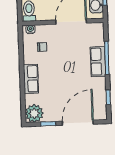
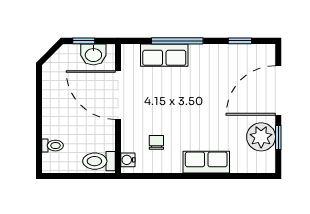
row of seats: (98, 62) -> (164, 55), moved
plant: (34, 113) -> (261, 137), moved
door: (78, 123) -> (278, 90), hinge flipped

